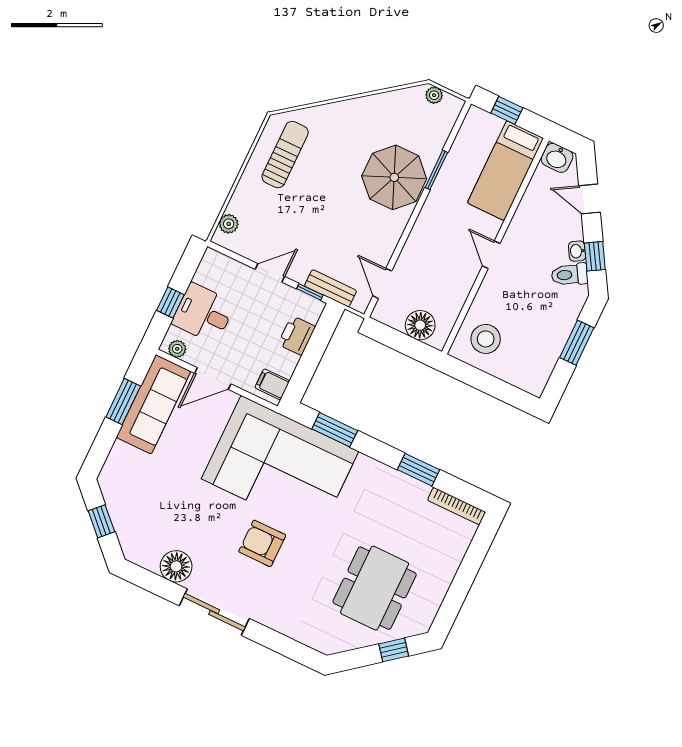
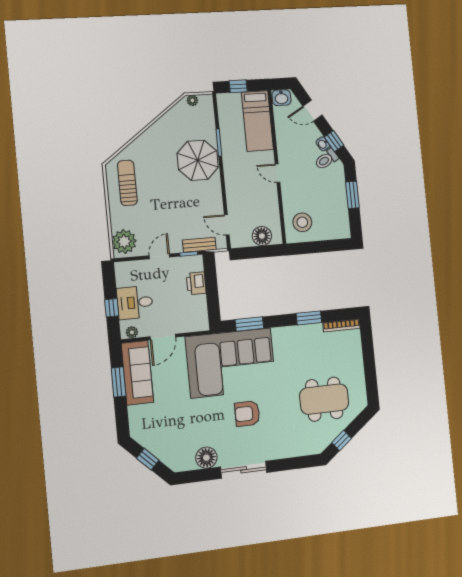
plant: (229, 224) -> (124, 242), width x1.88, depth x1.88
filing cabinet: (272, 384) -> (199, 320), removed
dining table: (375, 588) -> (324, 399), turned 90
window: (394, 650) -> (342, 440), moved

